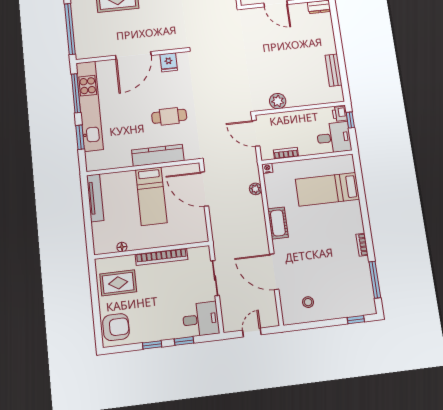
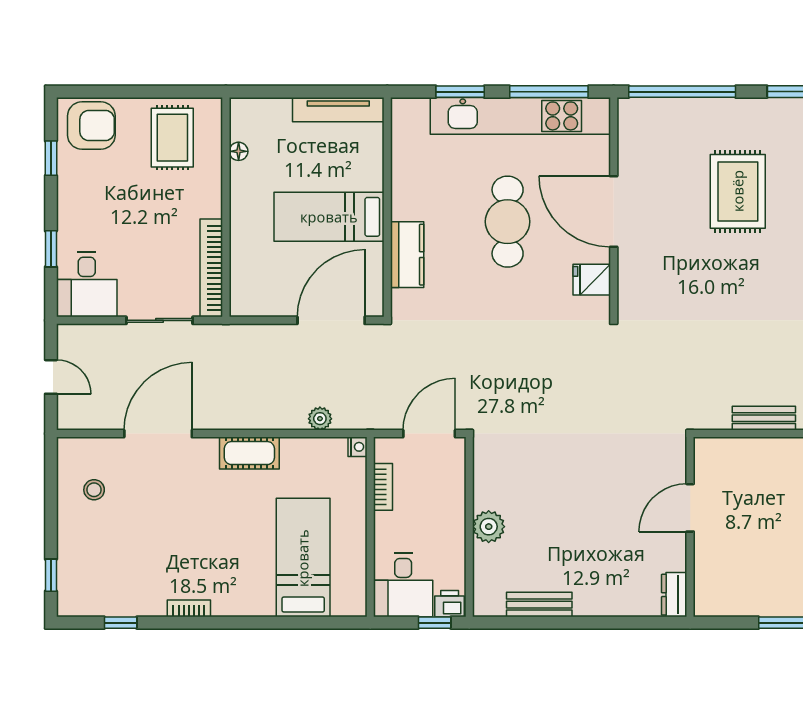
plant: (278, 101) -> (489, 527), moved
cafe table: (169, 116) -> (508, 222), moved, width x1.37, depth x1.35
kitchen counter: (158, 155) -> (407, 255), width x0.67
bookcase: (162, 257) -> (211, 268), moved
window: (375, 280) -> (121, 623), width x0.46
armchair: (116, 327) -> (91, 126), turned -90
window: (152, 345) -> (51, 158), moved

